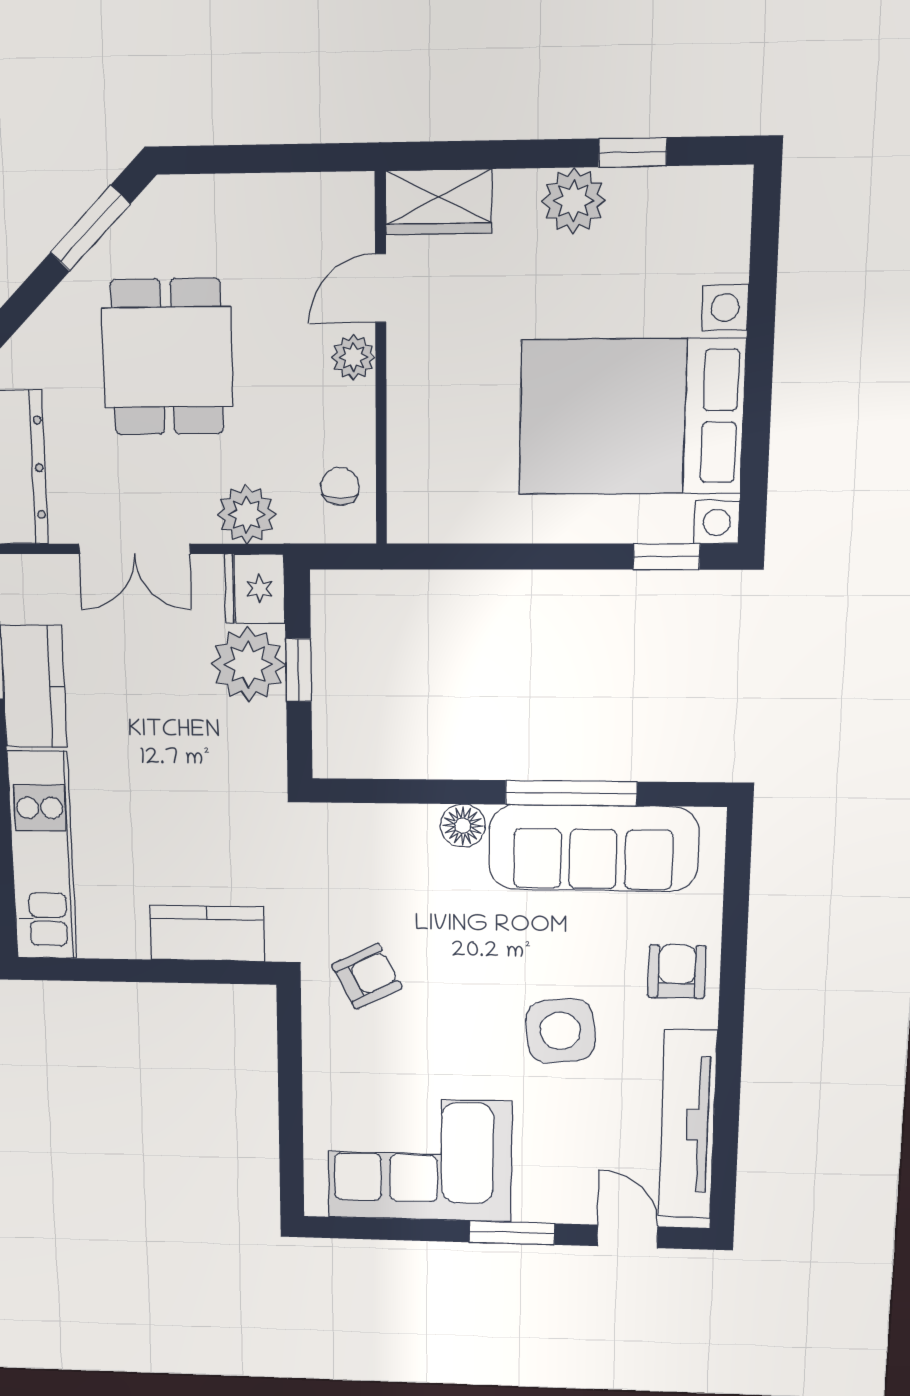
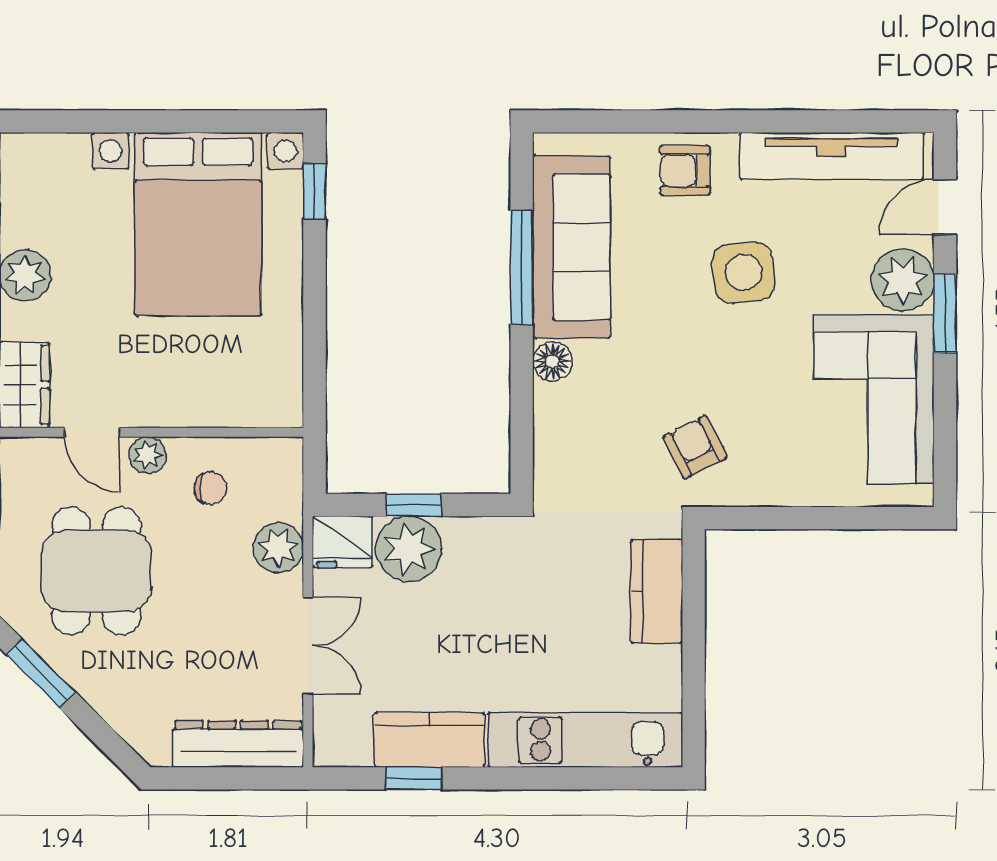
dining table: (167, 357) -> (96, 571), moved, turned 90
chair: (340, 486) -> (210, 488), moved, turned 180
plant: (549, 1192) -> (903, 280), added

